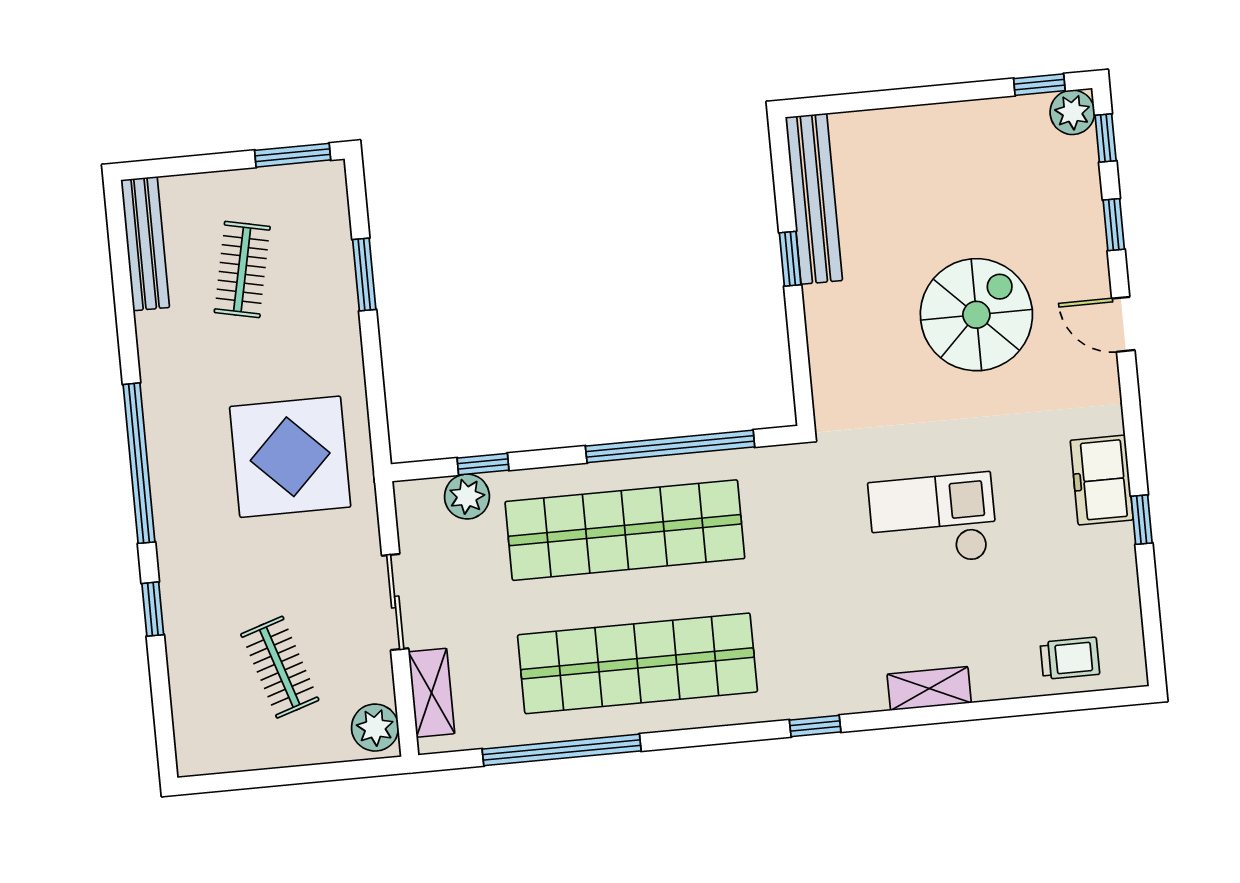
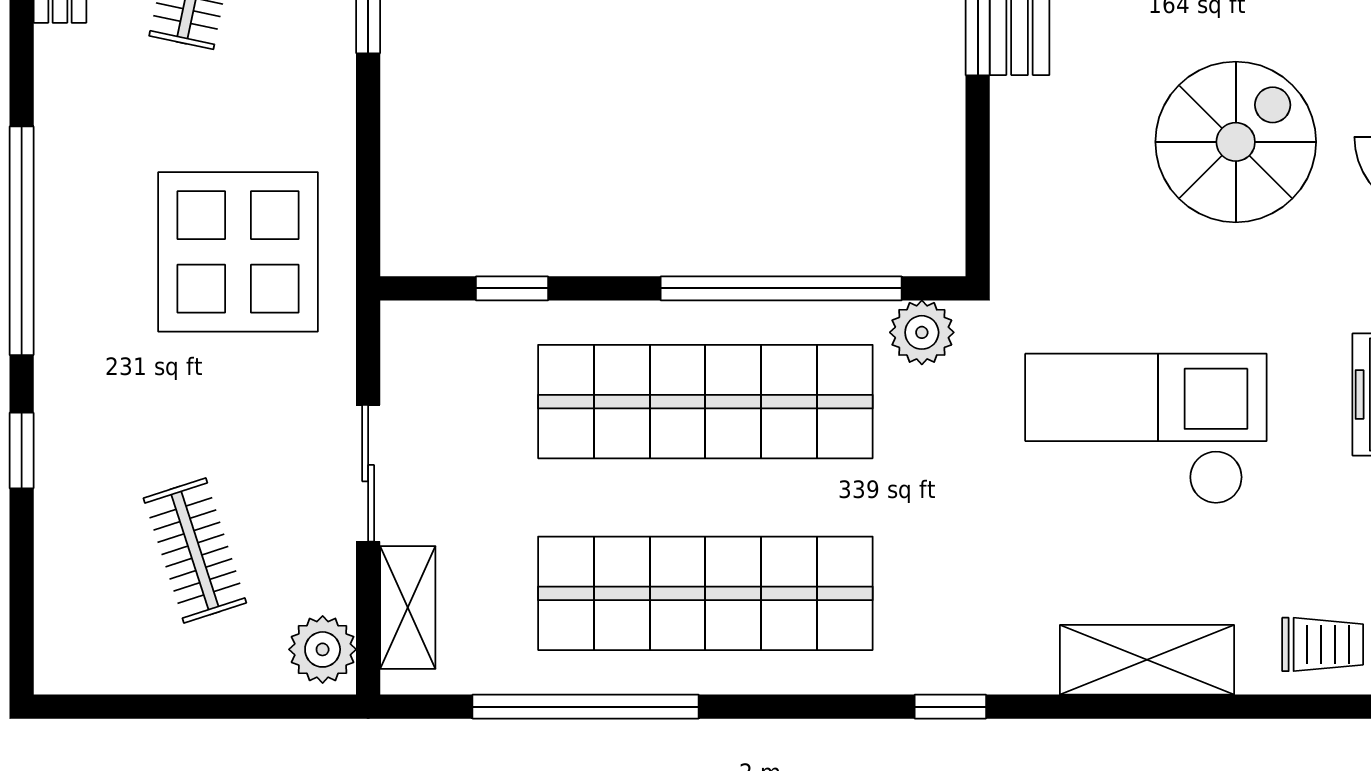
plant: (467, 497) -> (922, 332), moved
checkout: (933, 520) -> (1146, 429), width x1.36, depth x1.21
shelving: (929, 689) -> (1147, 660), width x1.50, depth x1.33

